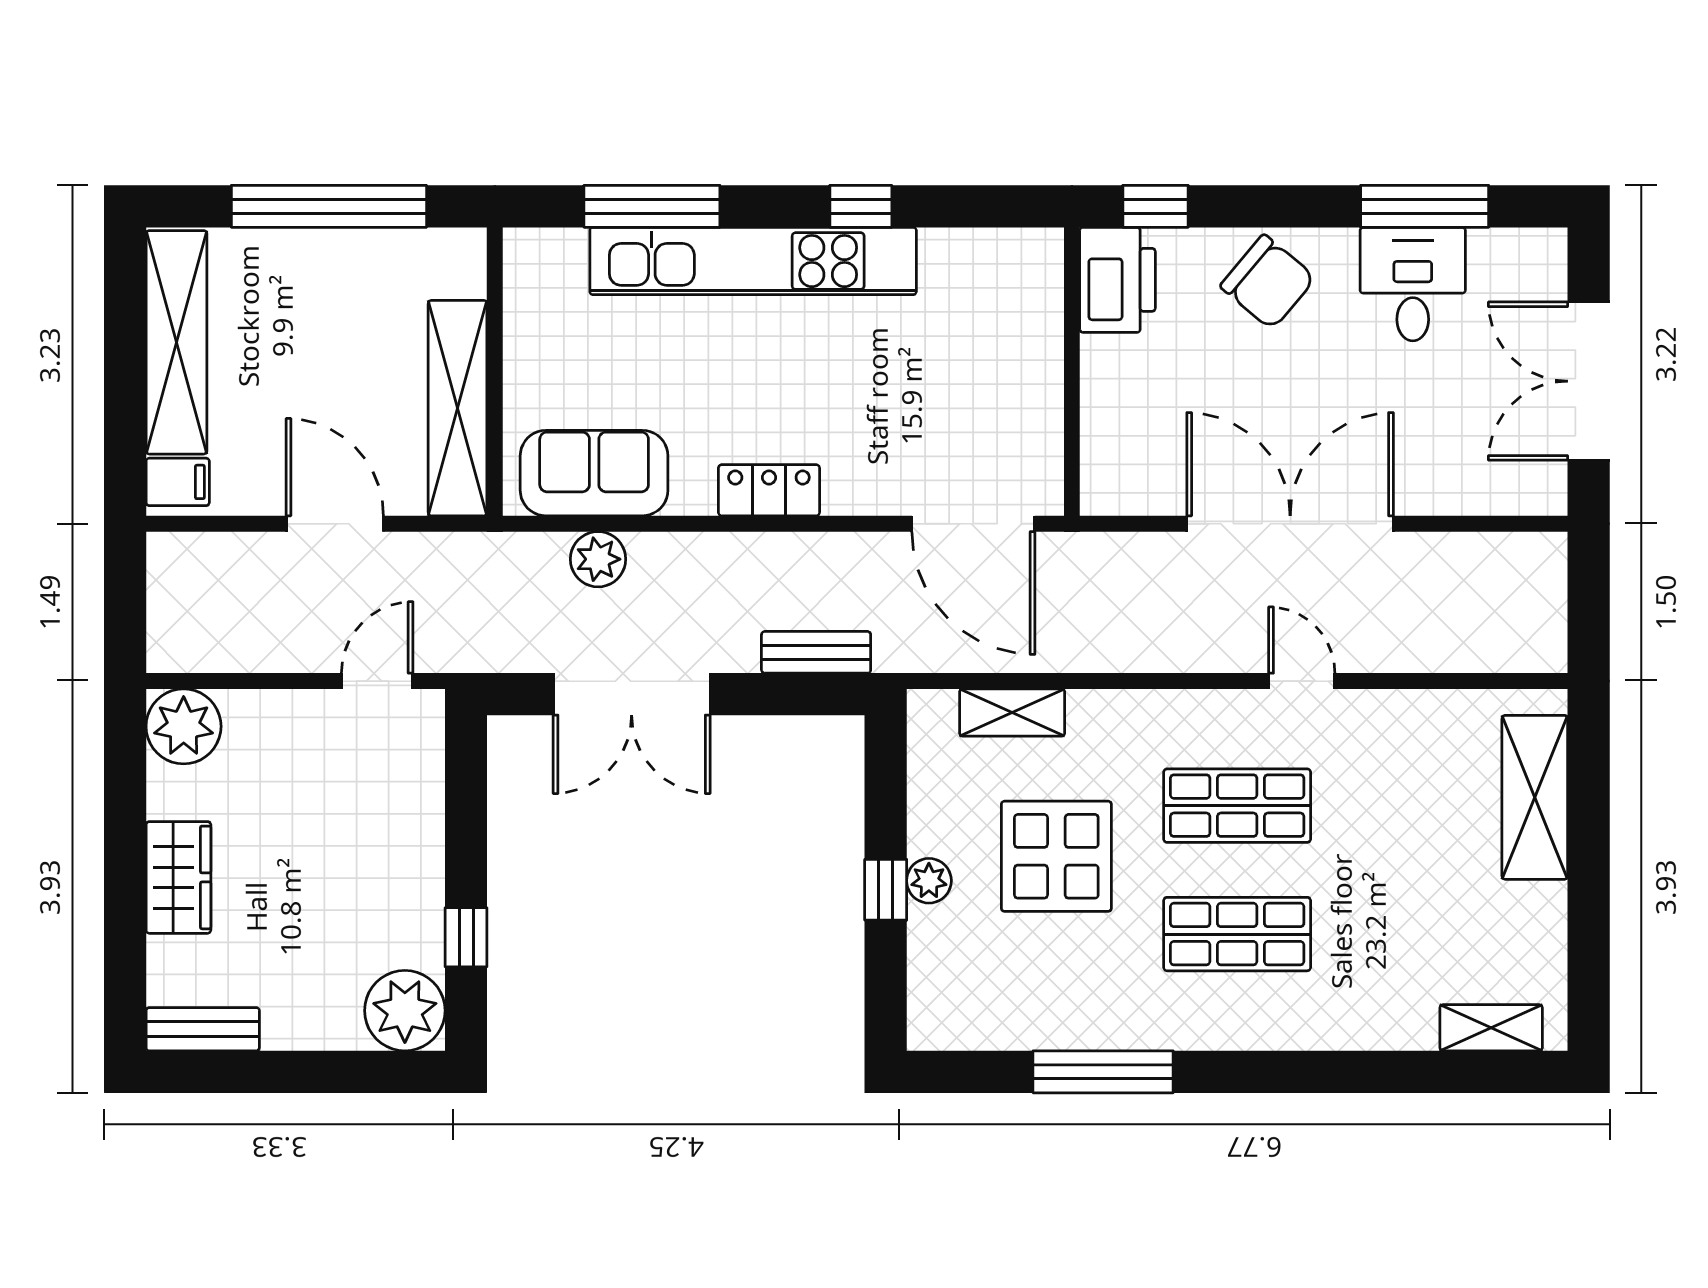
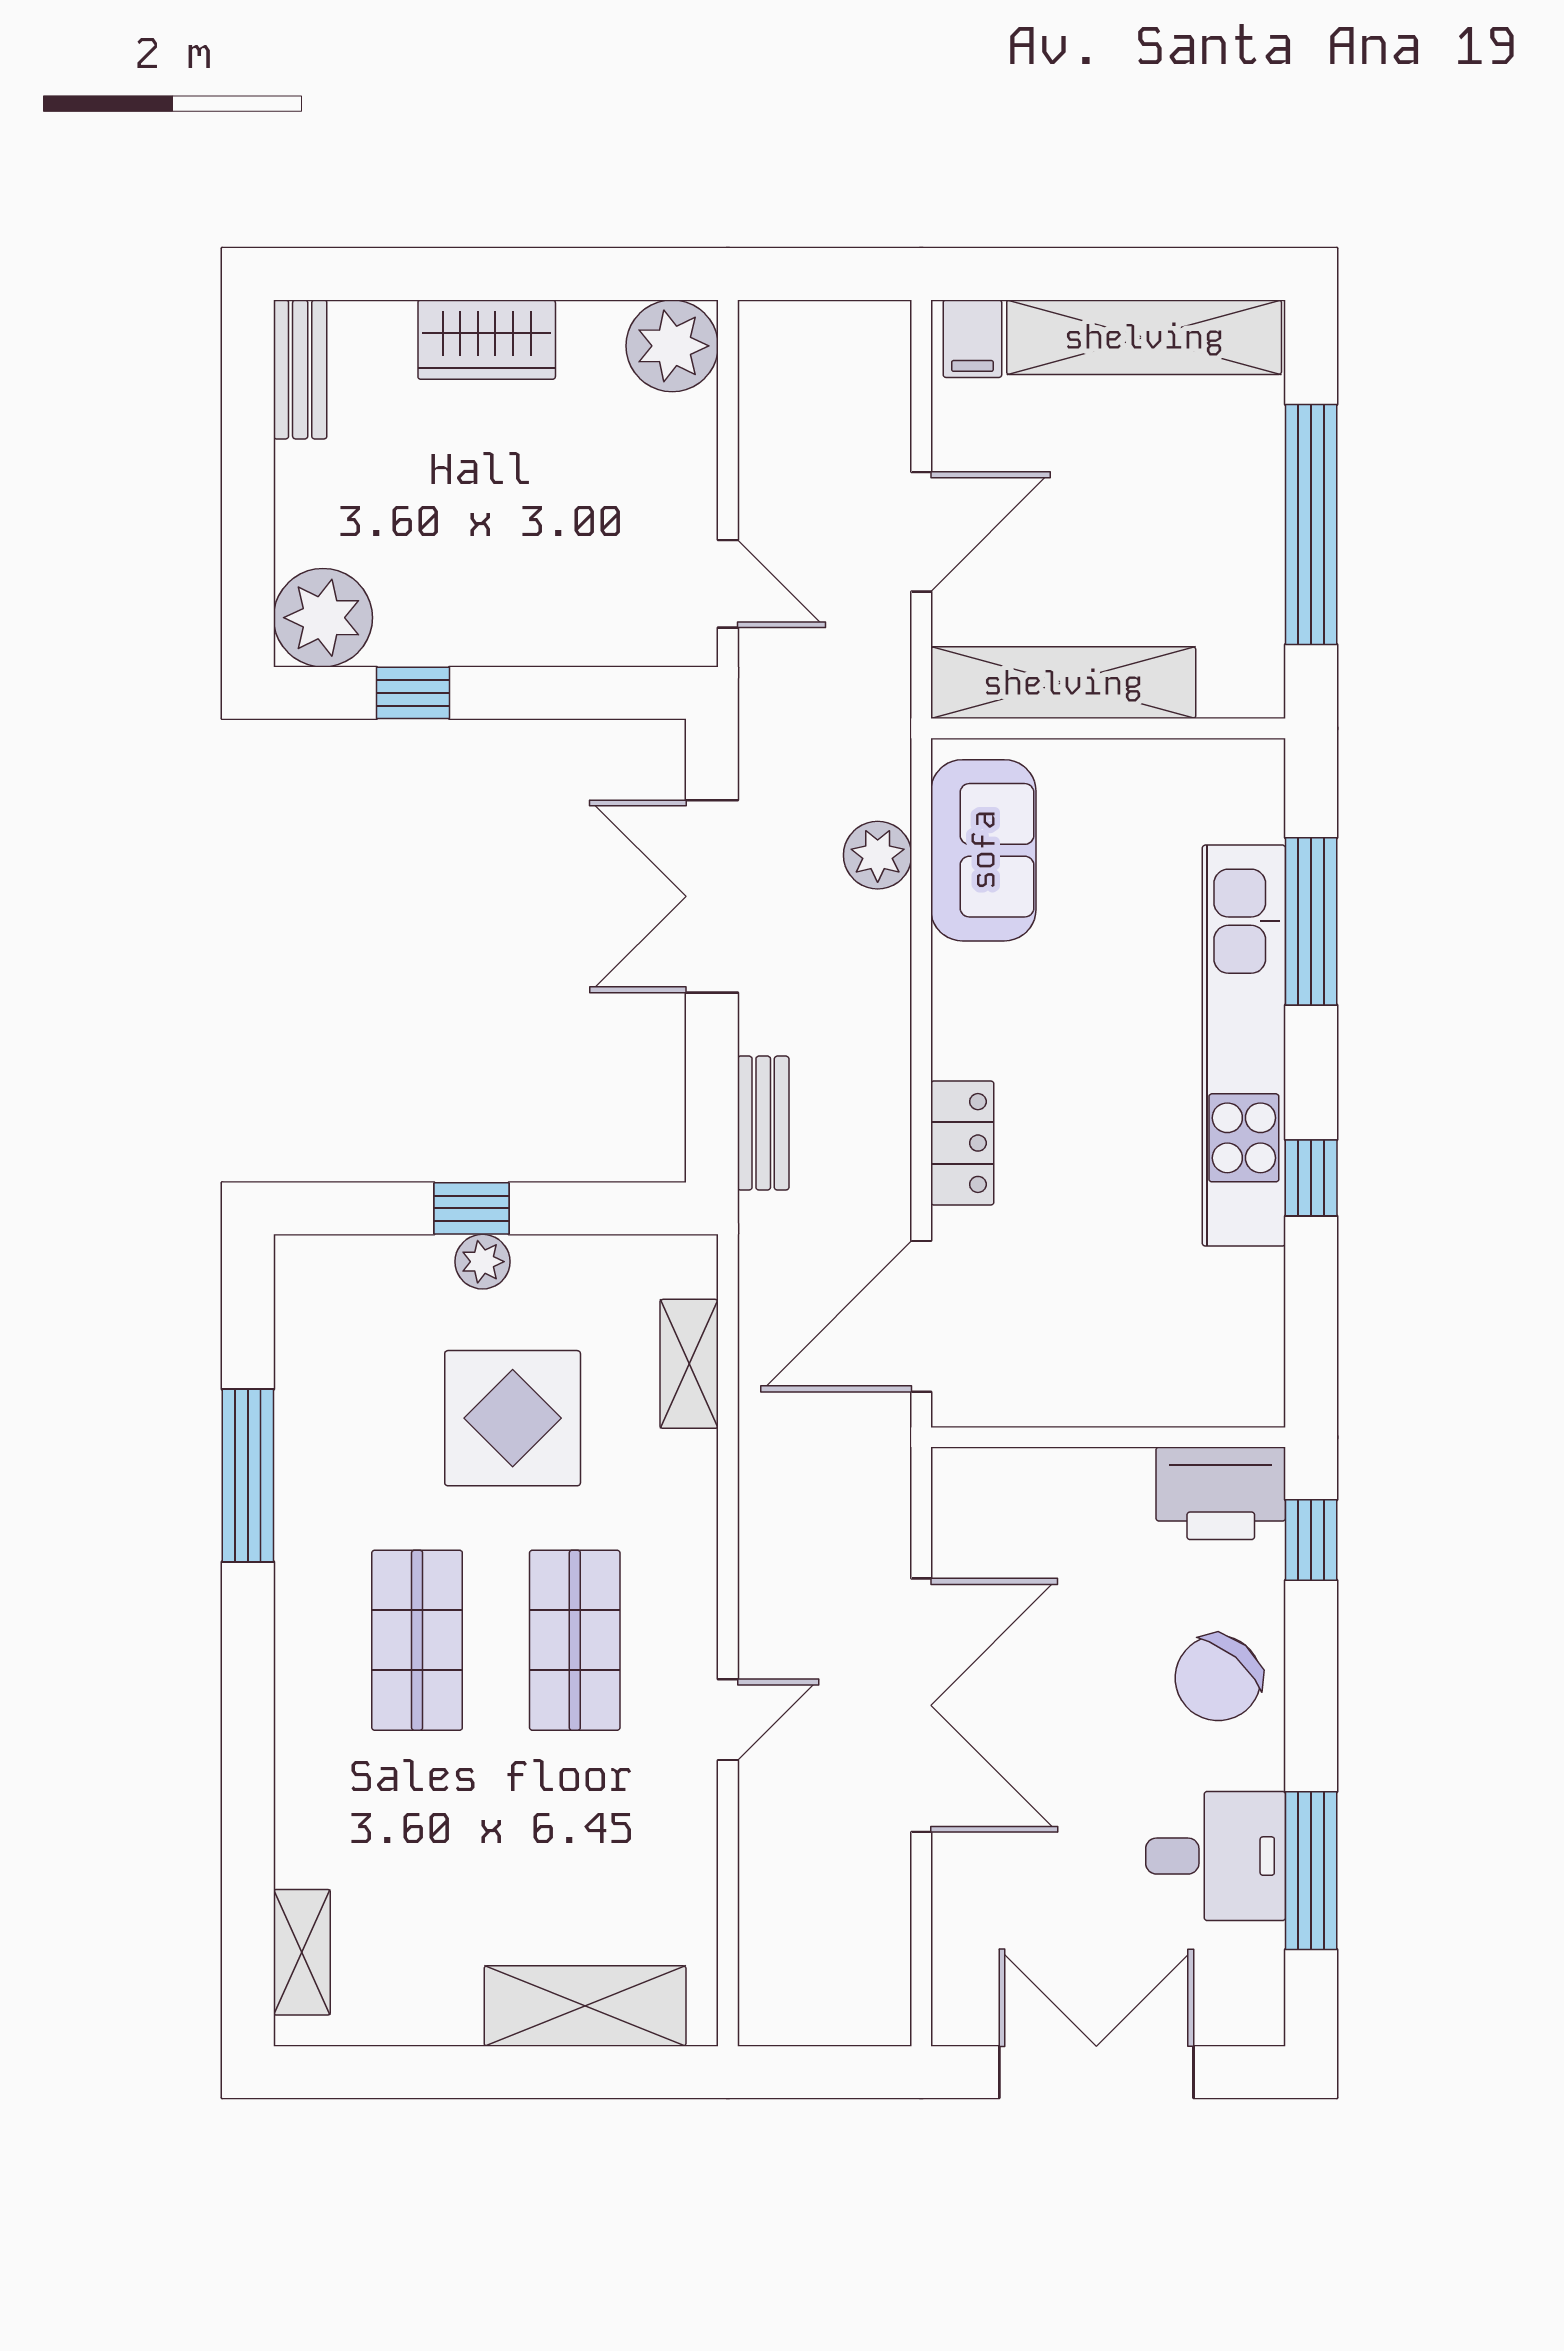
locker: (769, 490) -> (962, 1143), moved

